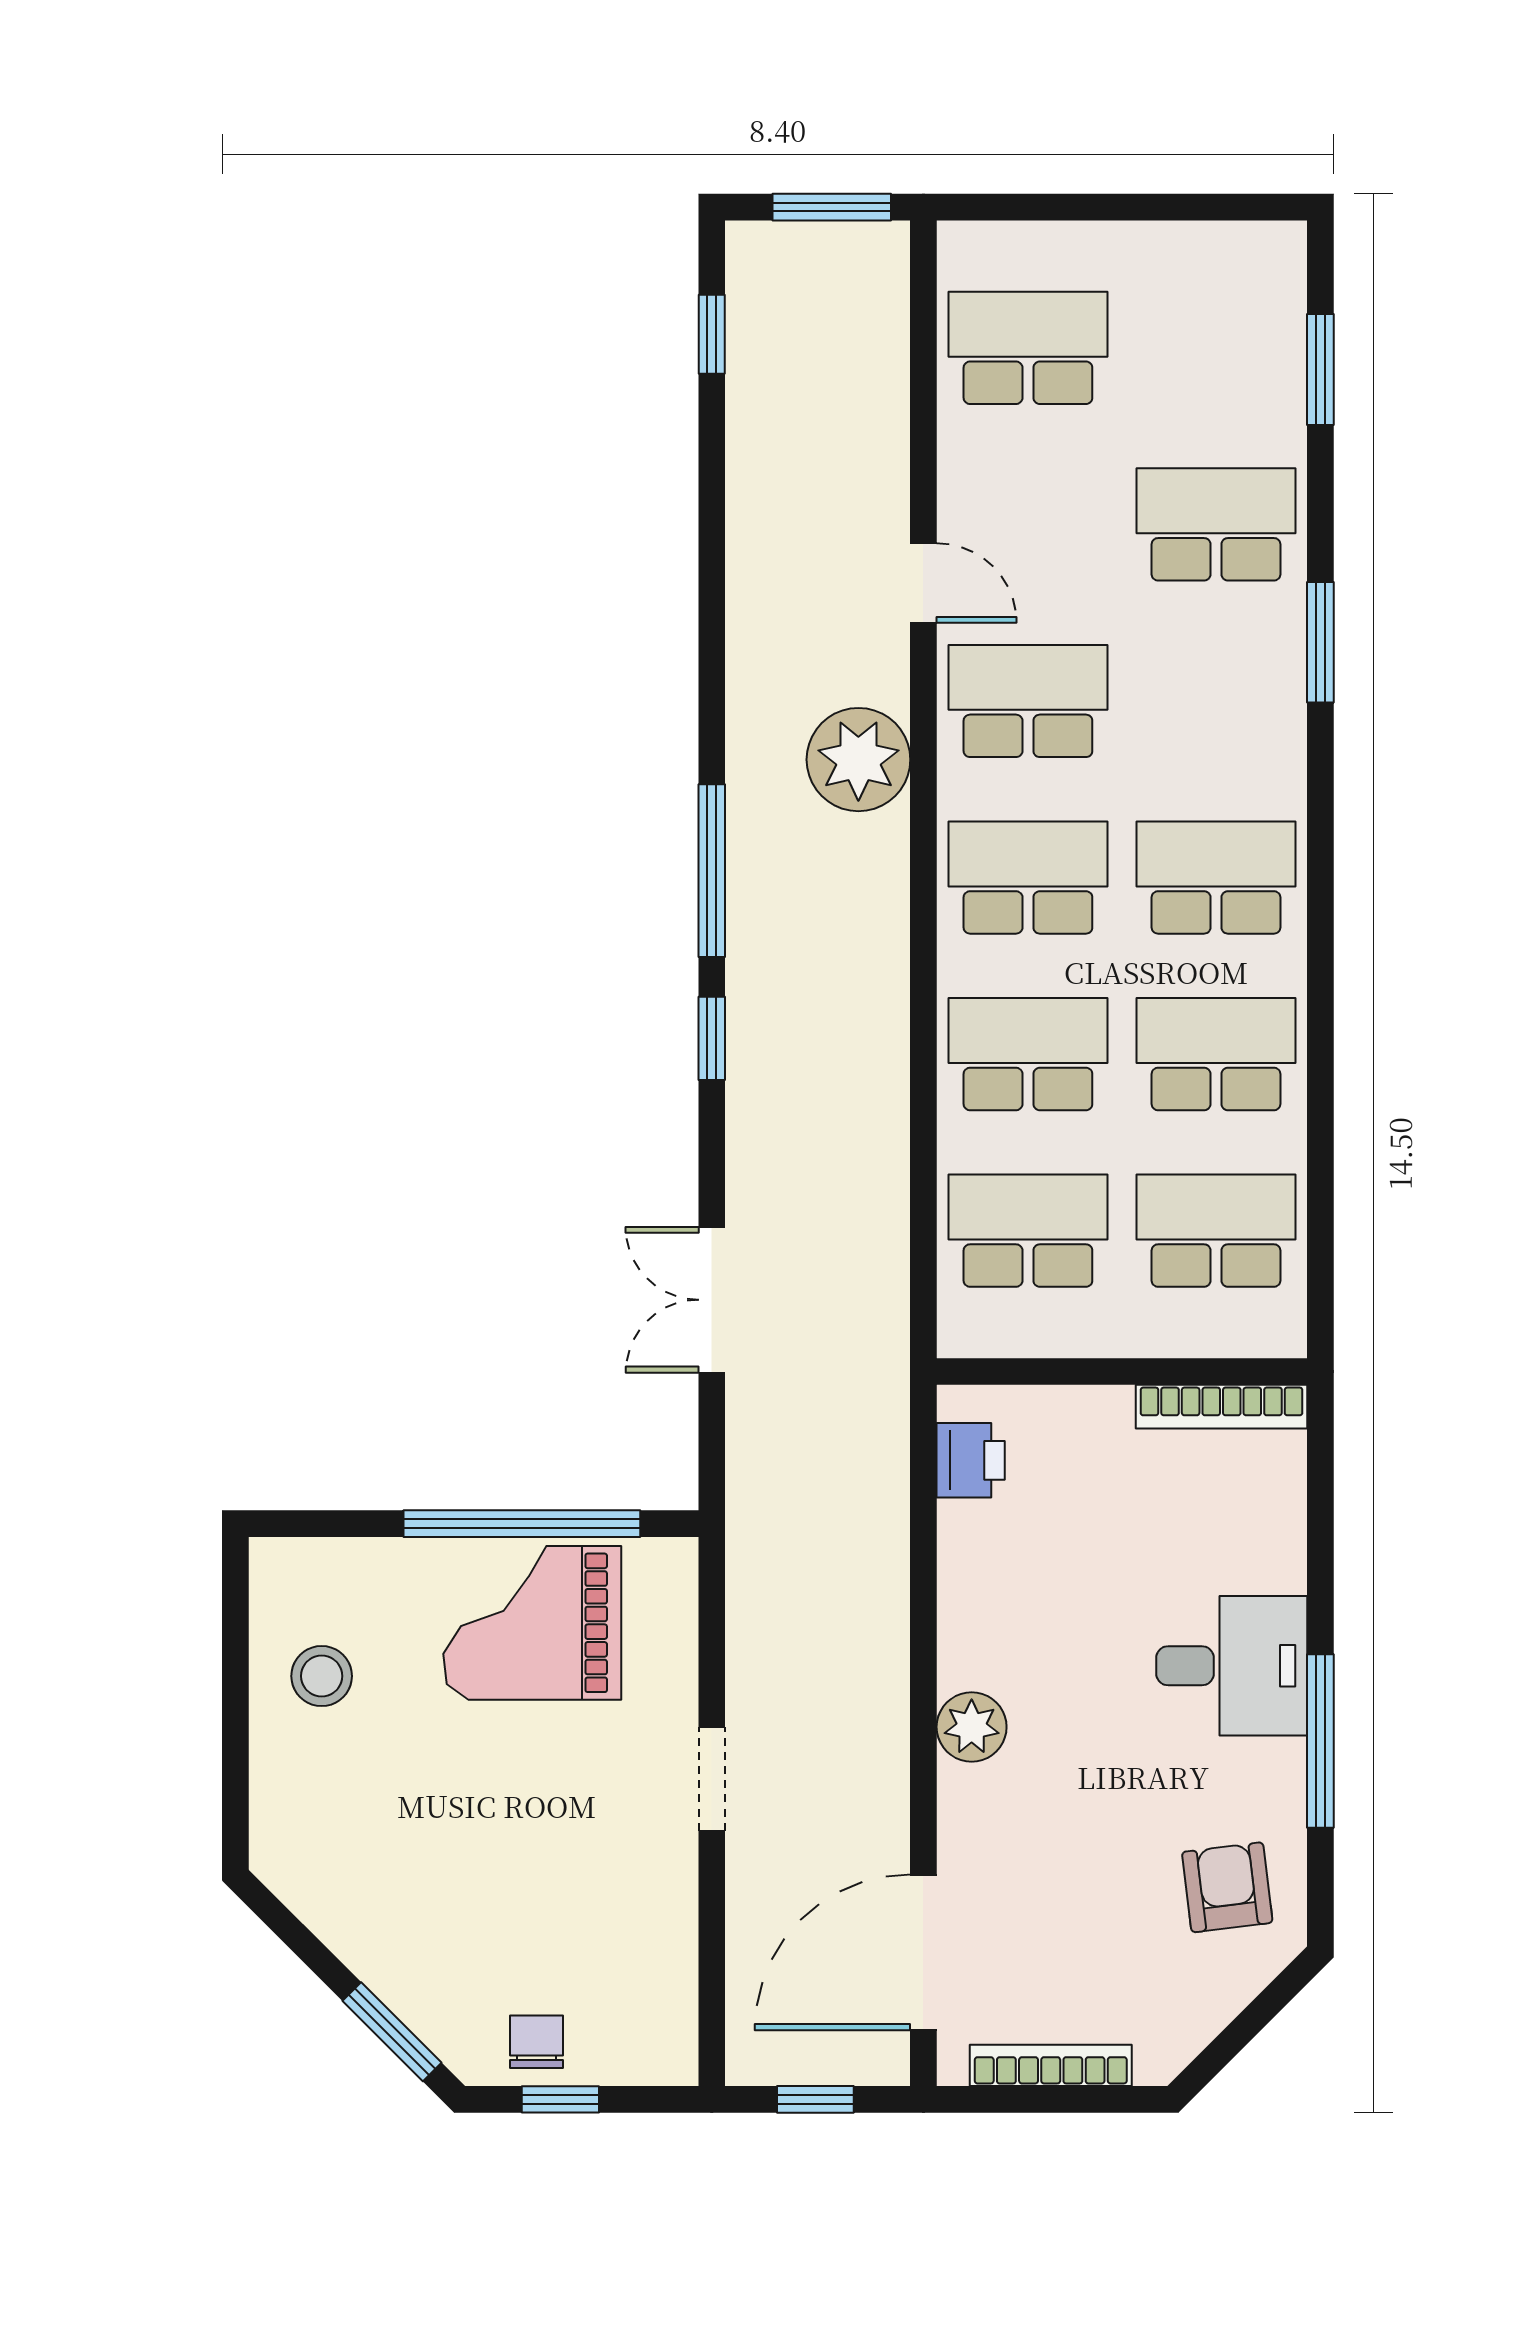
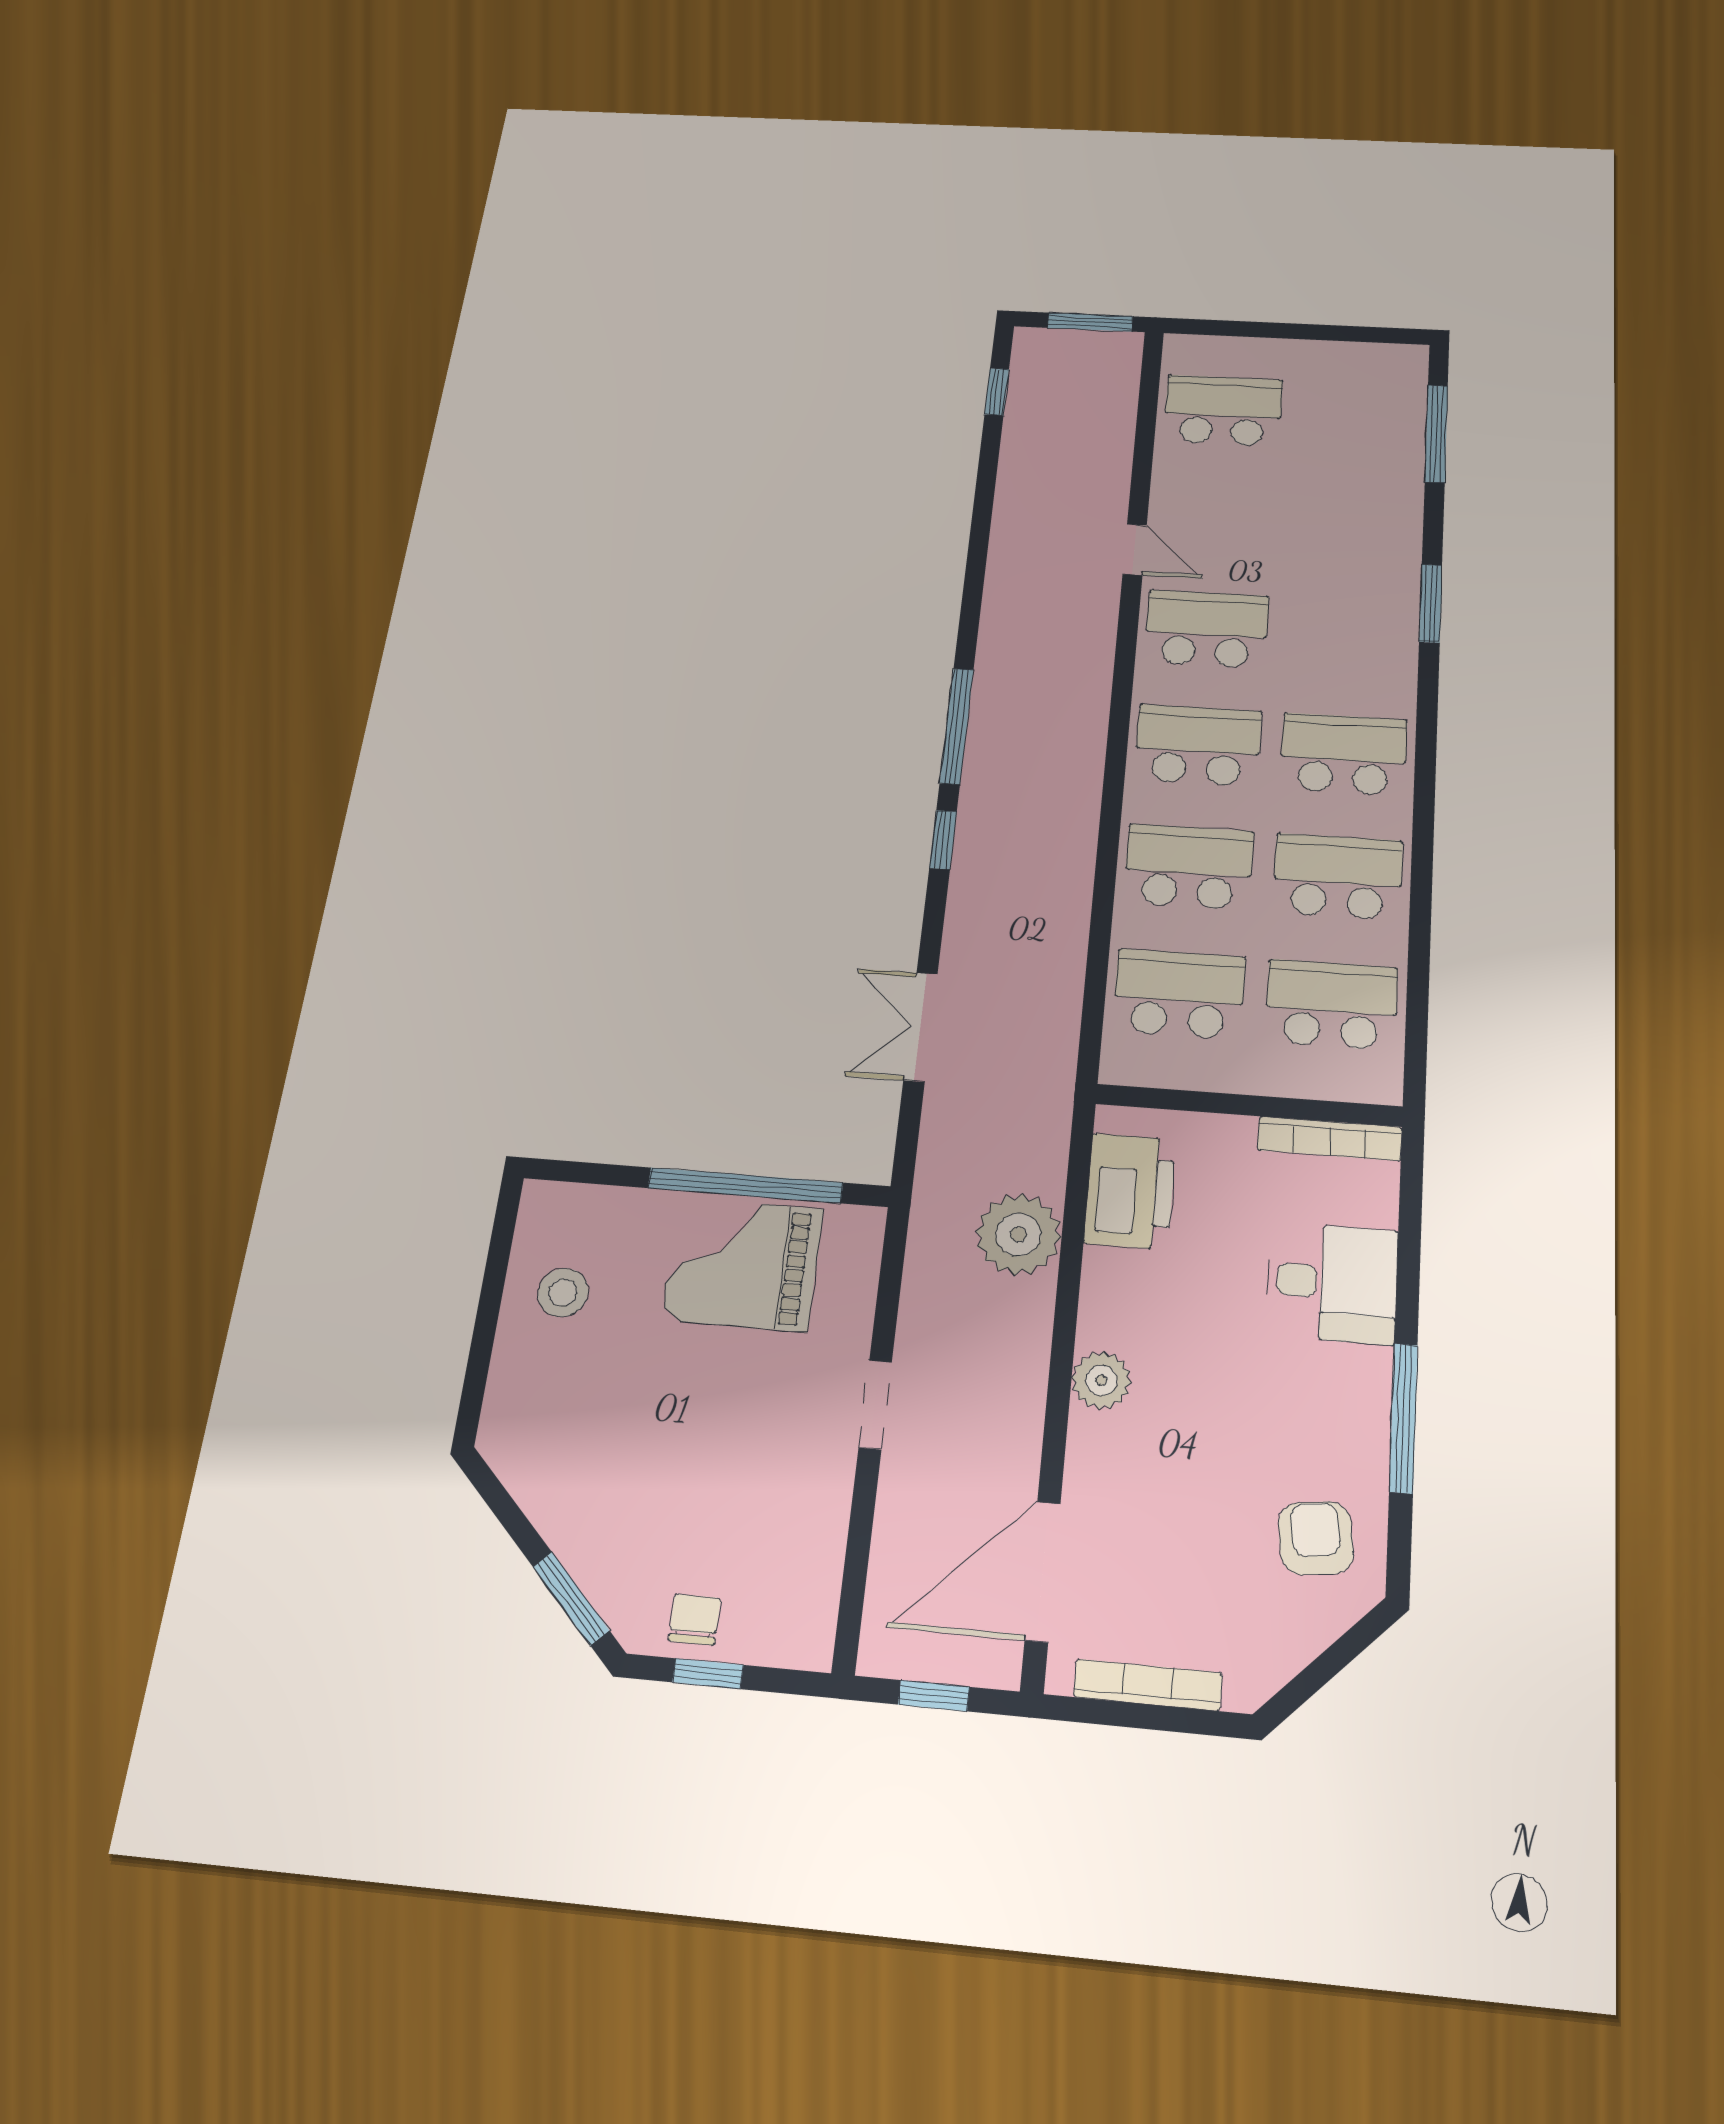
window: (1320, 369) -> (1436, 434), width x1.44
school desk: (1216, 524) -> (1355, 525), removed
plant: (858, 760) -> (1018, 1234), moved
printer: (971, 1460) -> (1130, 1191), width x1.87, depth x1.48
desk: (1232, 1666) -> (1332, 1283), moved

